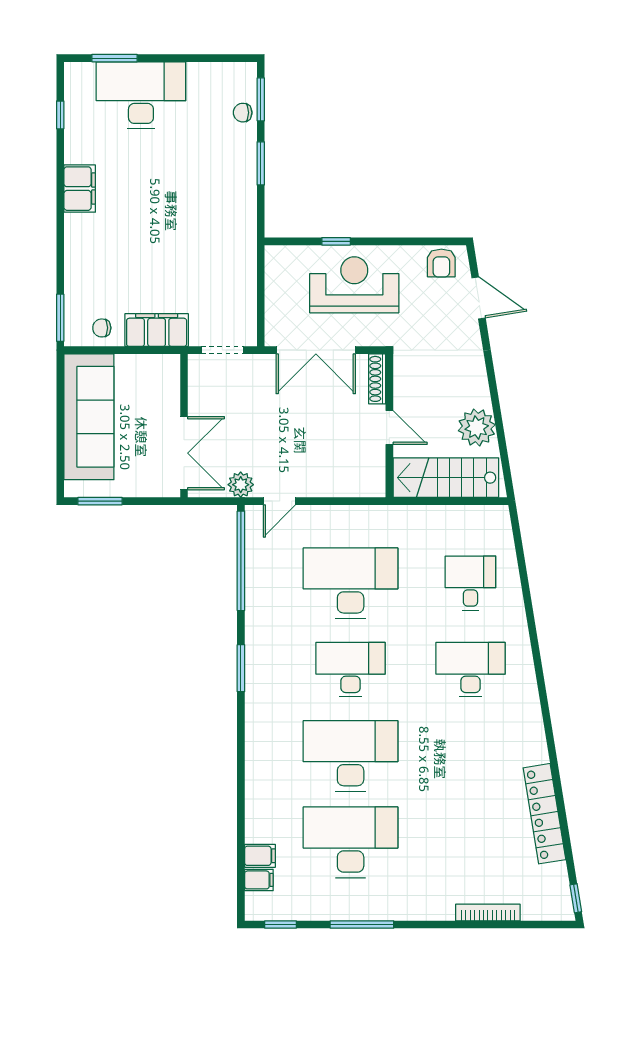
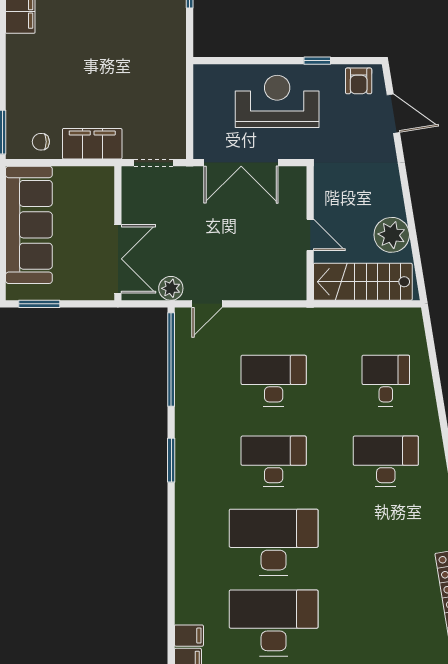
window: (336, 241) -> (317, 61), moved
shoe rack: (377, 379) -> (299, 189), removed
desk: (351, 583) -> (274, 381), width x0.73, depth x0.77

